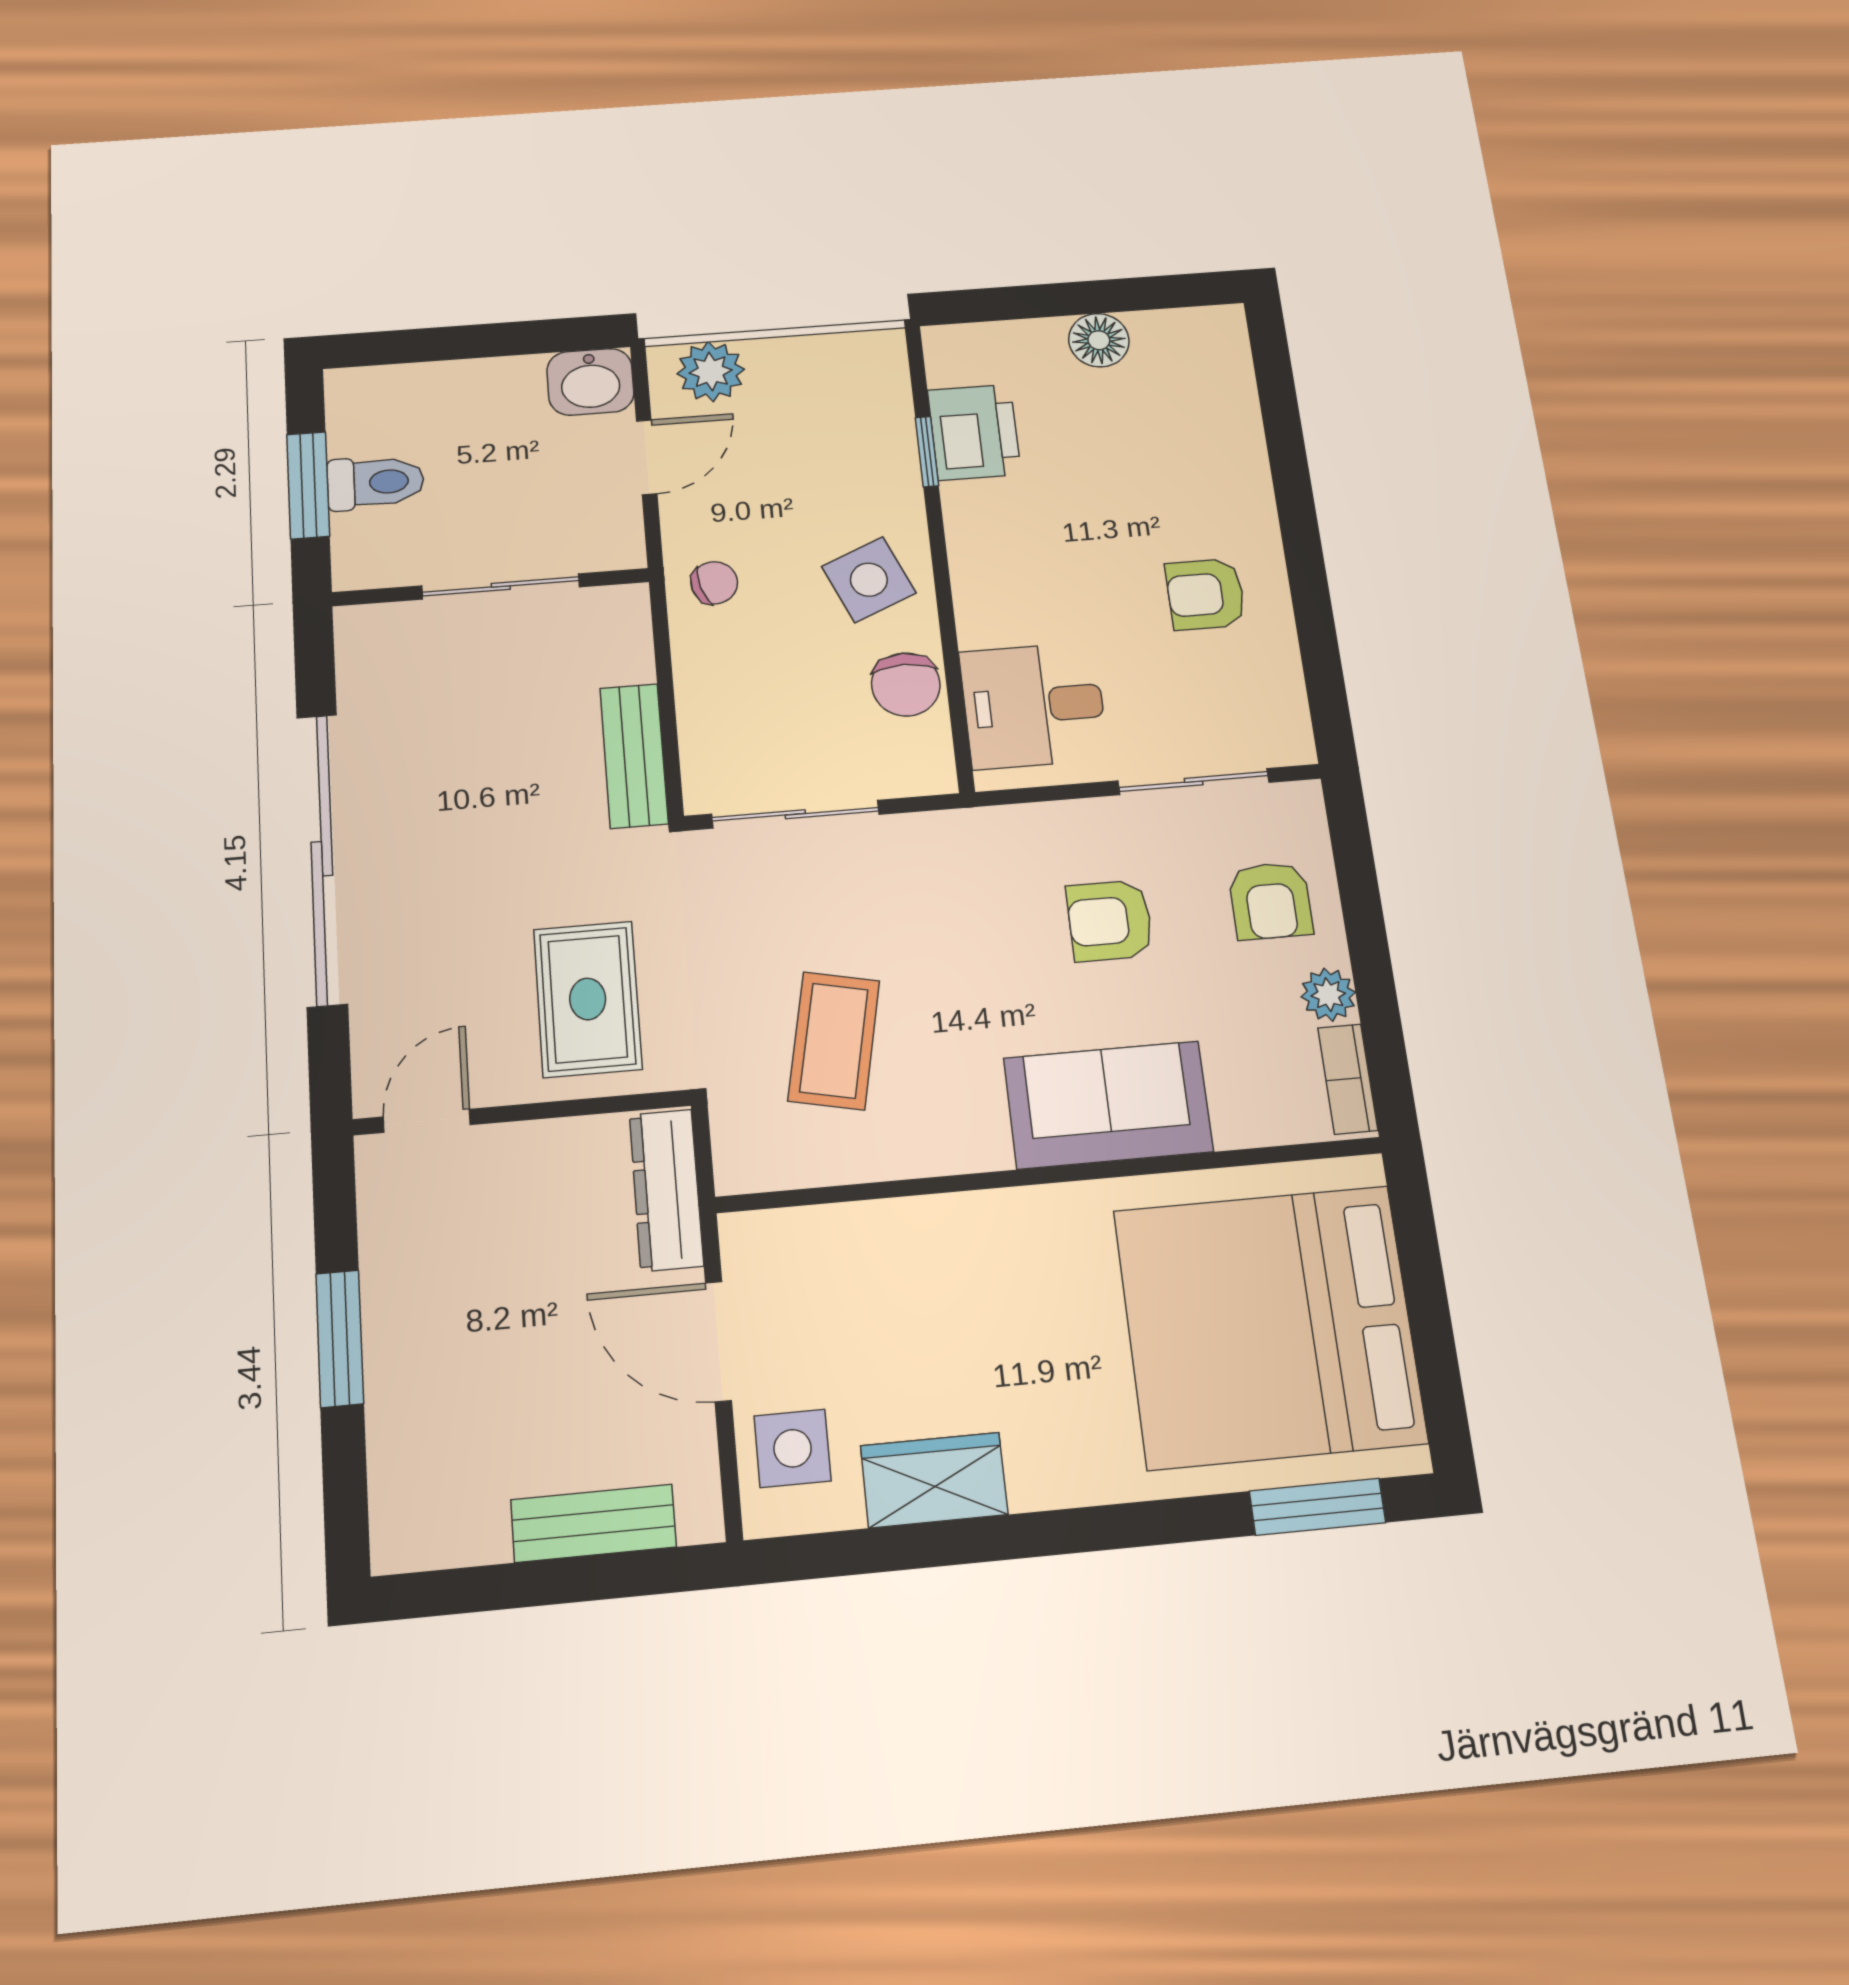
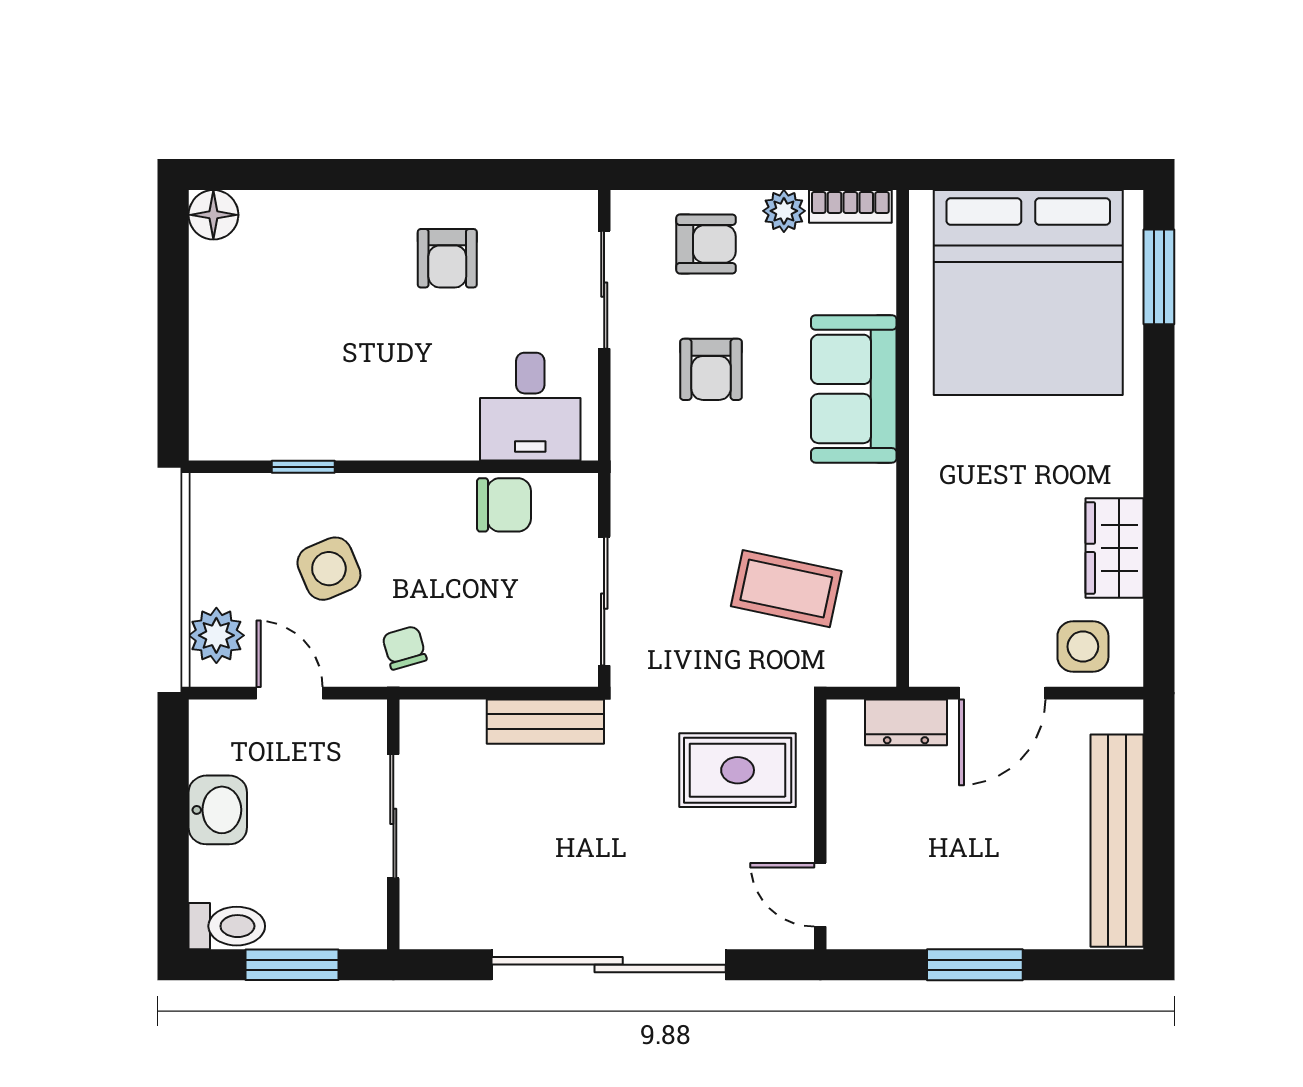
floor lamp: (1099, 340) -> (213, 215), moved
washbasin: (590, 382) -> (218, 810), moved
printer: (974, 432) -> (289, 427), removed
toilet: (375, 482) -> (227, 926), moved, turned 90
side table: (869, 580) -> (329, 569), moved
dresser: (666, 1190) -> (906, 722), width x0.70
bench: (593, 1523) -> (1117, 841), width x1.86, depth x1.21

